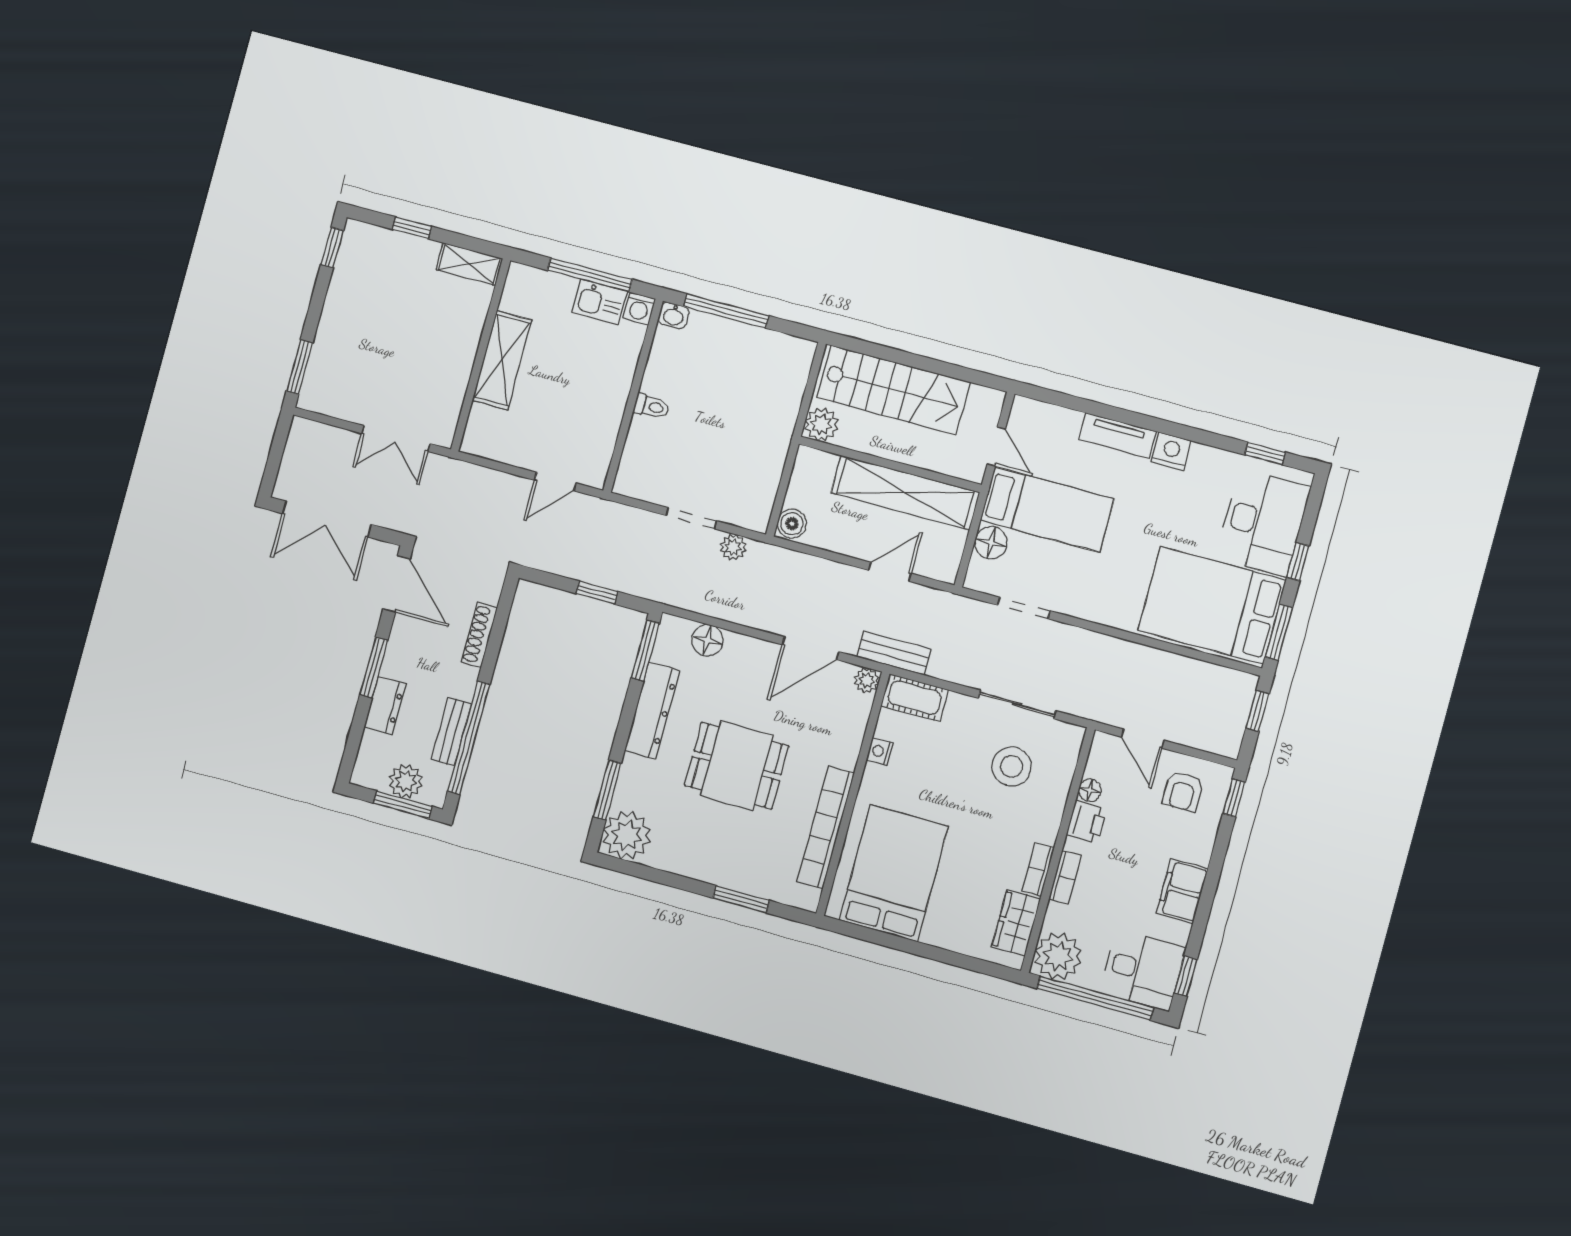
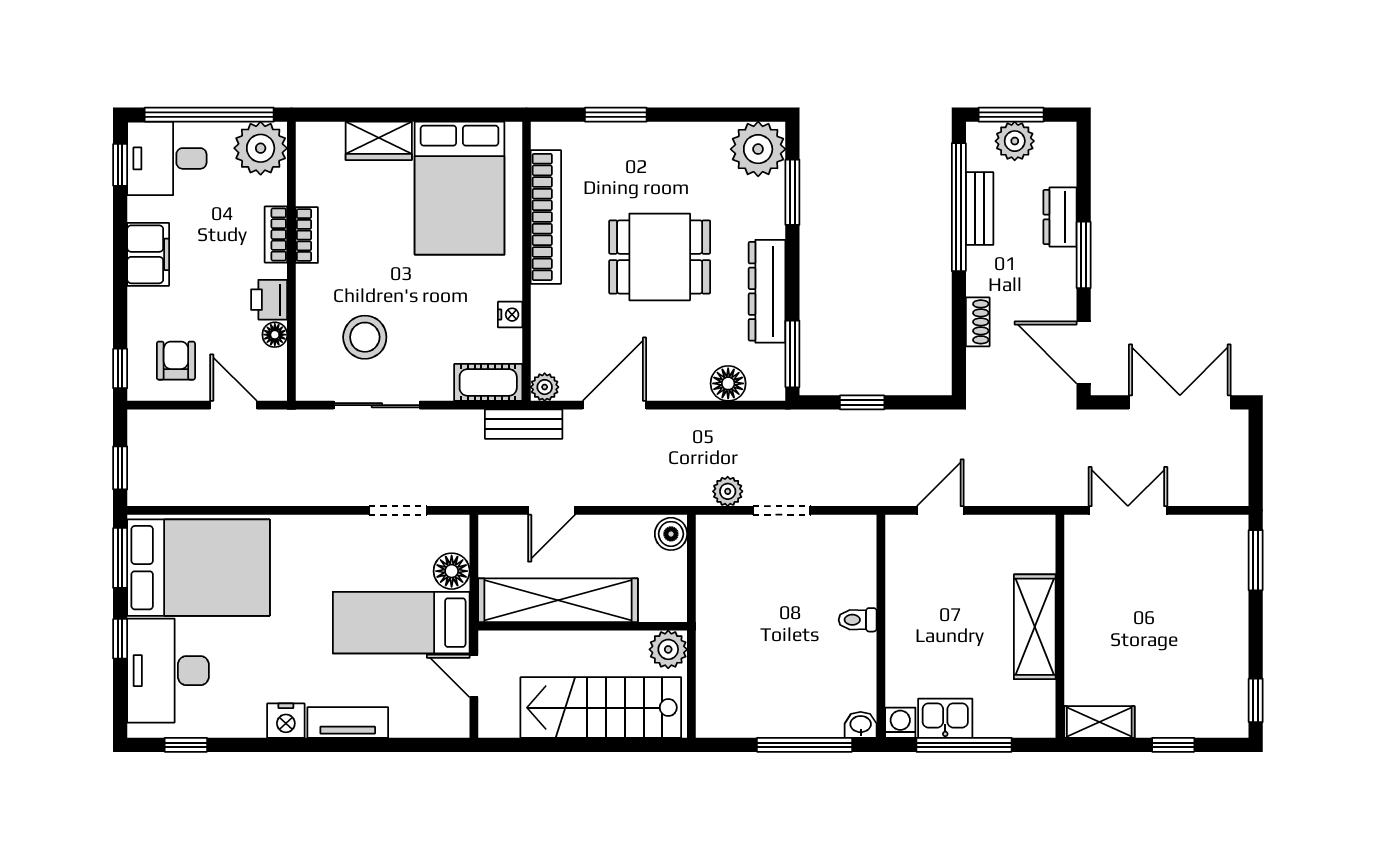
shoe rack: (479, 635) -> (978, 322), width x0.70
wardrobe: (1016, 923) -> (379, 141), moved, turned 90

